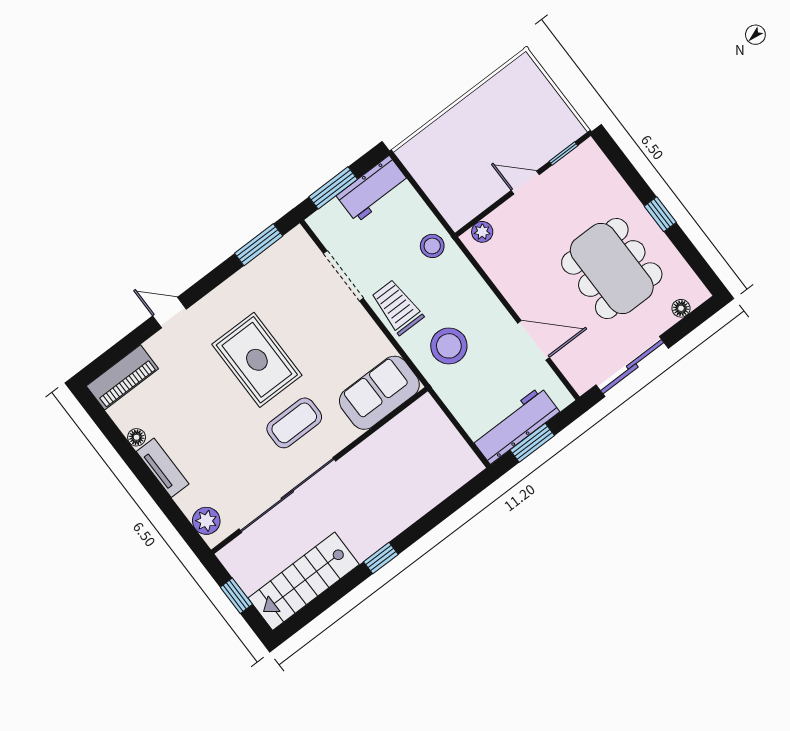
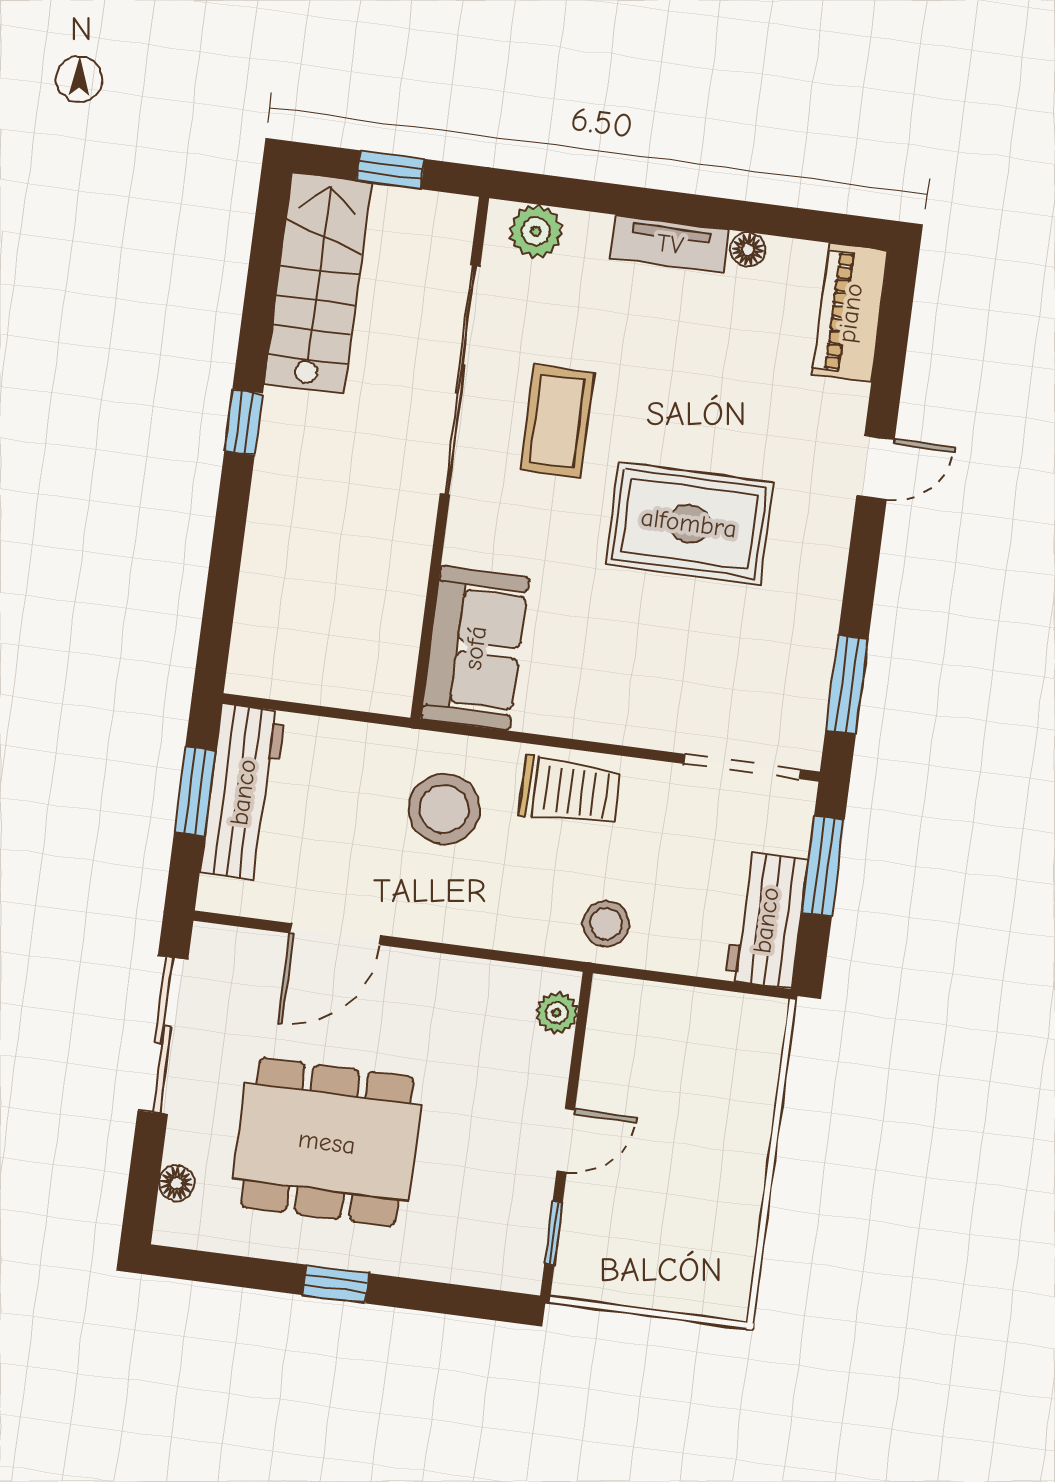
doorway: (343, 276) -> (742, 767), moved
coffee table: (294, 423) -> (557, 421), moved

